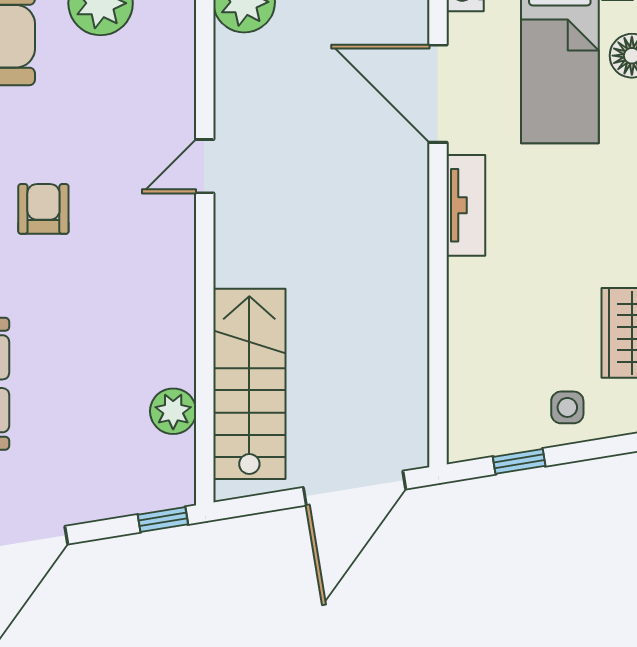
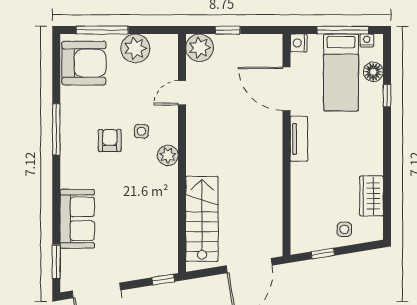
door: (205, 166) -> (182, 93), moved
side table: (114, 188) -> (141, 131), added
plant: (173, 411) -> (168, 155), moved

